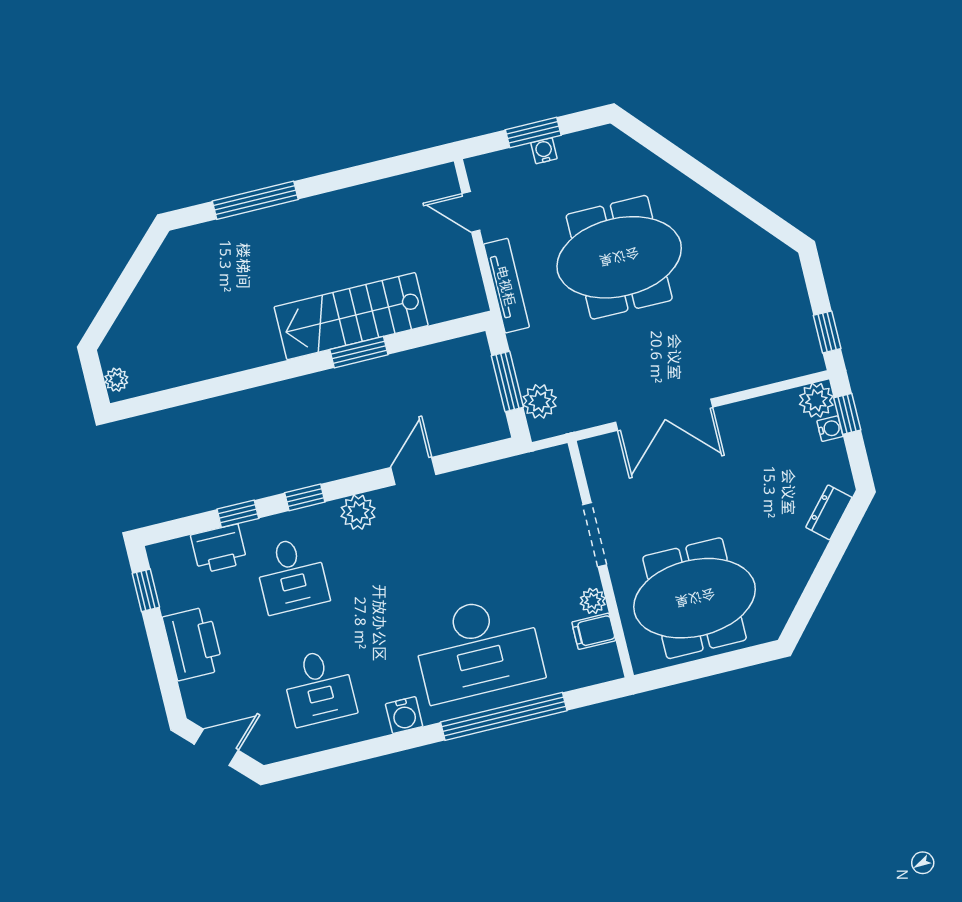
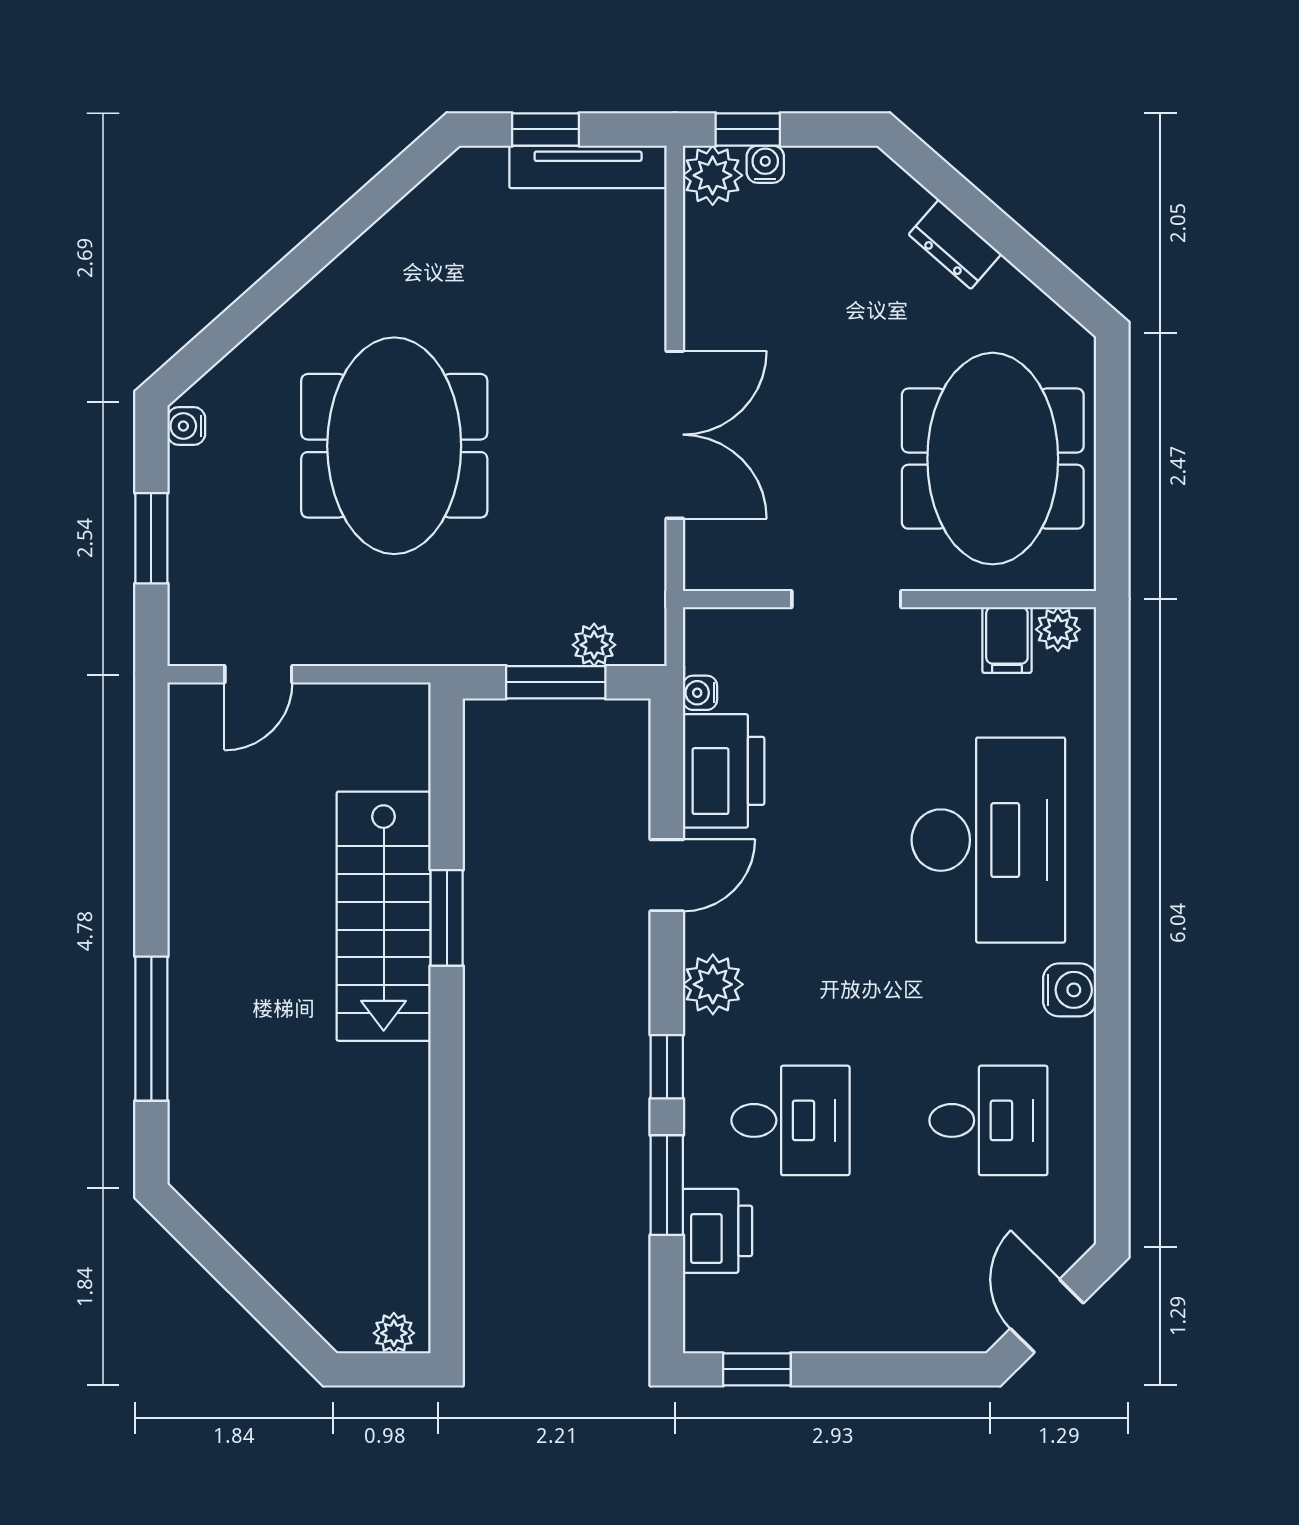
water cooler: (544, 151) -> (186, 426), moved
tv unit: (506, 286) -> (588, 167), moved, turned 180
window: (827, 332) -> (546, 129), moved
plant: (540, 401) -> (594, 645), width x0.73, depth x0.73
water cooler: (521, 465) -> (700, 693), added
door: (413, 471) -> (667, 875), swing flipped
dresser: (829, 512) -> (955, 244), moved
window: (238, 514) -> (667, 1185), width x1.50
plant: (593, 601) -> (1058, 629), moved
printer: (193, 643) -> (724, 771), moved, turned 90
window: (504, 716) -> (1112, 824), removed

